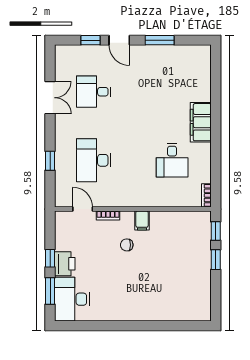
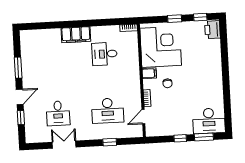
desk: (172, 160) -> (105, 54), turned 180
window: (216, 231) -> (200, 17), moved
corner desk: (178, 238) -> (161, 47), added
printer: (65, 264) -> (213, 30), moved, turned -90

